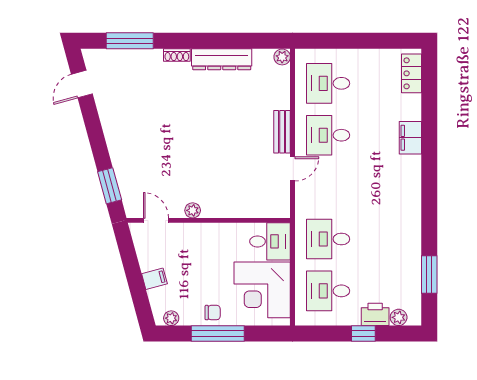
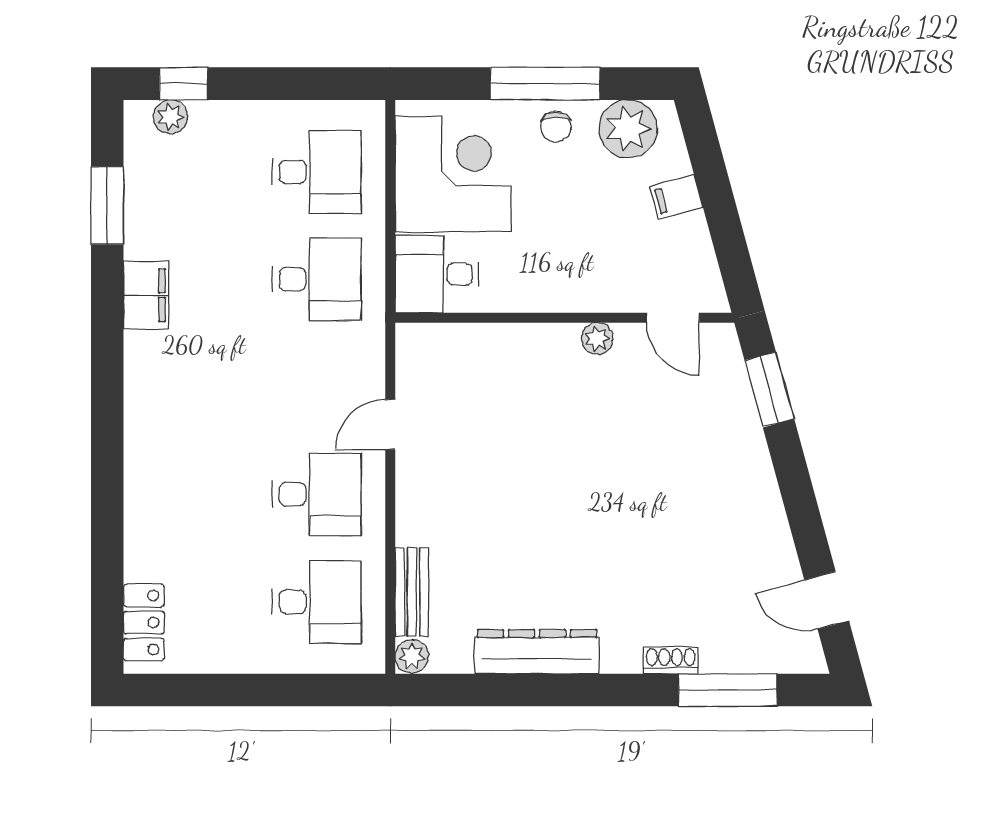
shoe rack: (177, 55) -> (671, 660), moved
door: (82, 84) -> (827, 600), swing flipped
bench: (282, 132) -> (412, 592), moved
filing cabinet: (410, 138) -> (146, 295), moved
chair: (213, 313) -> (556, 127), turned -90
printer: (375, 314) -> (219, 123), removed
plant: (171, 318) -> (628, 129), width x1.87, depth x1.87
window: (363, 333) -> (183, 84), moved

